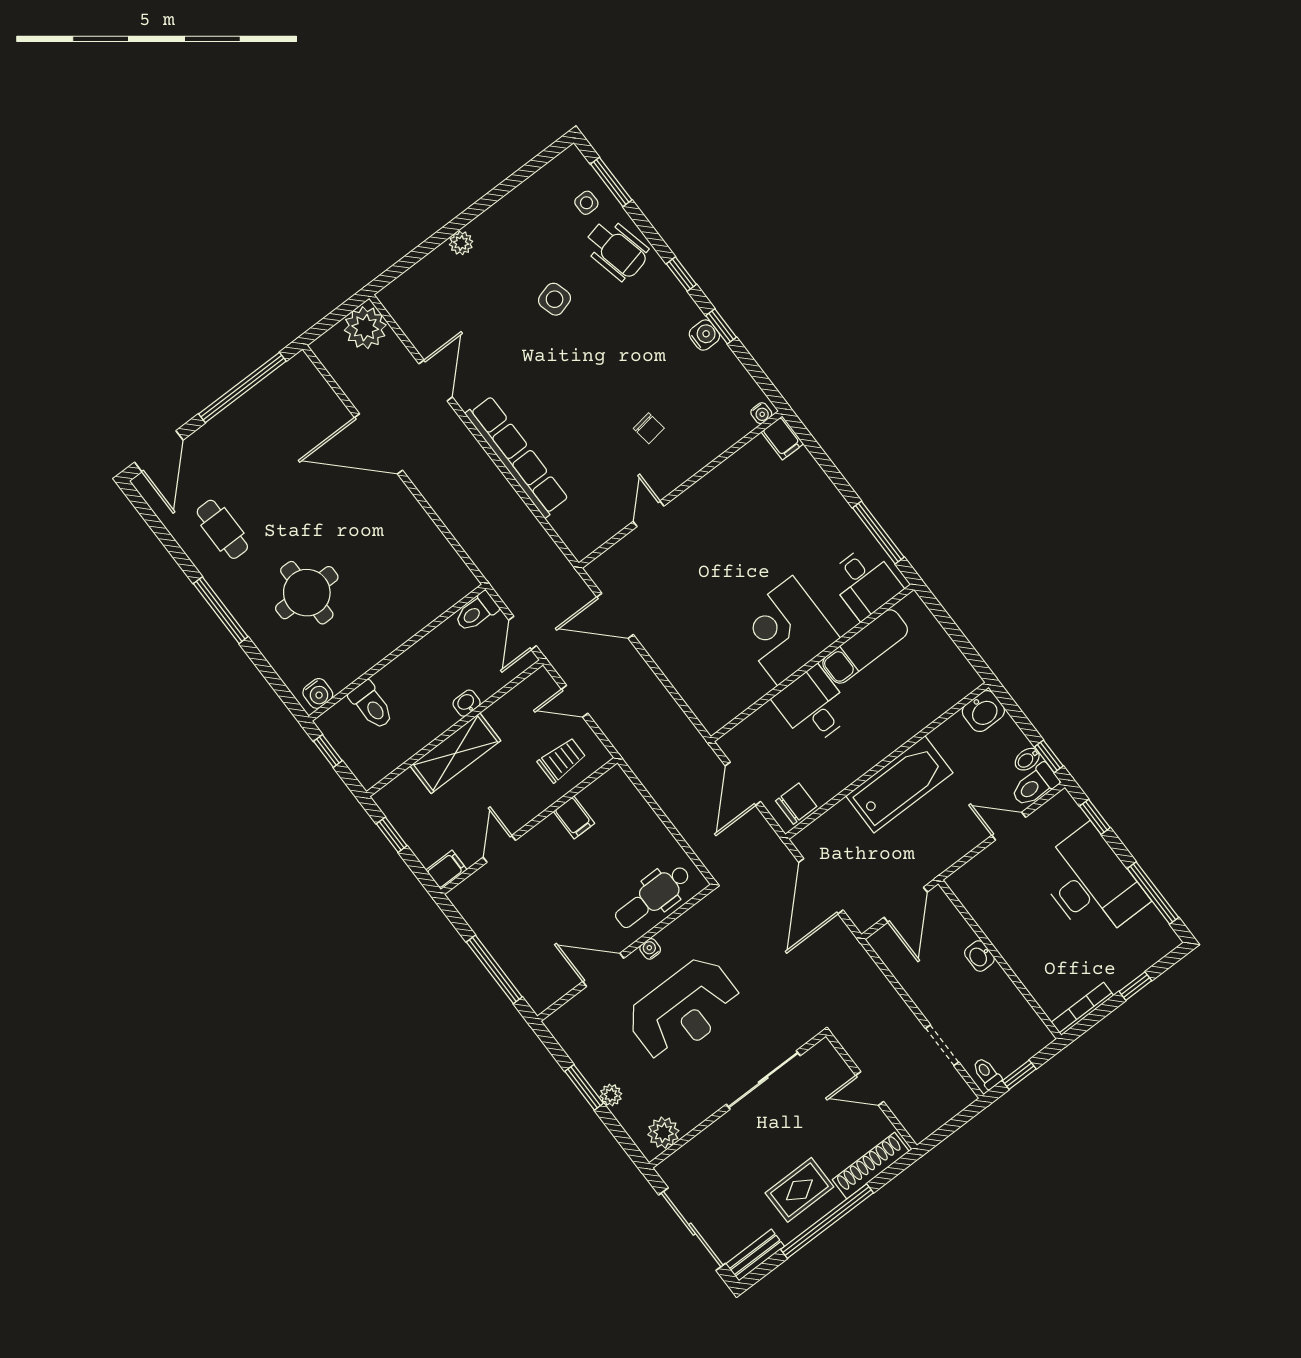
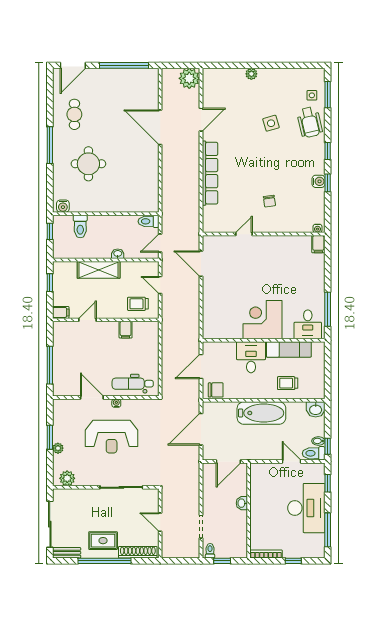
trolley: (905, 703) -> (288, 383), added
trolley: (562, 760) -> (138, 304), turned 180

